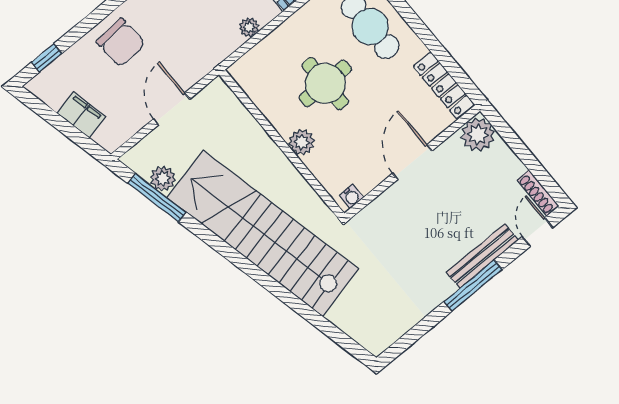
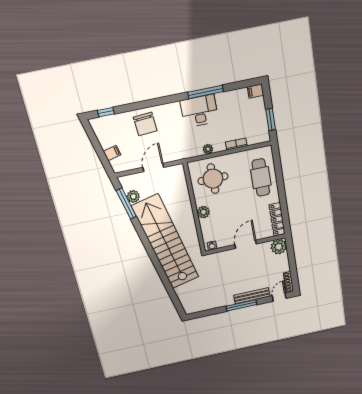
round table: (325, 83) -> (213, 179), moved
filing cabinet: (81, 115) -> (112, 153), width x0.50

